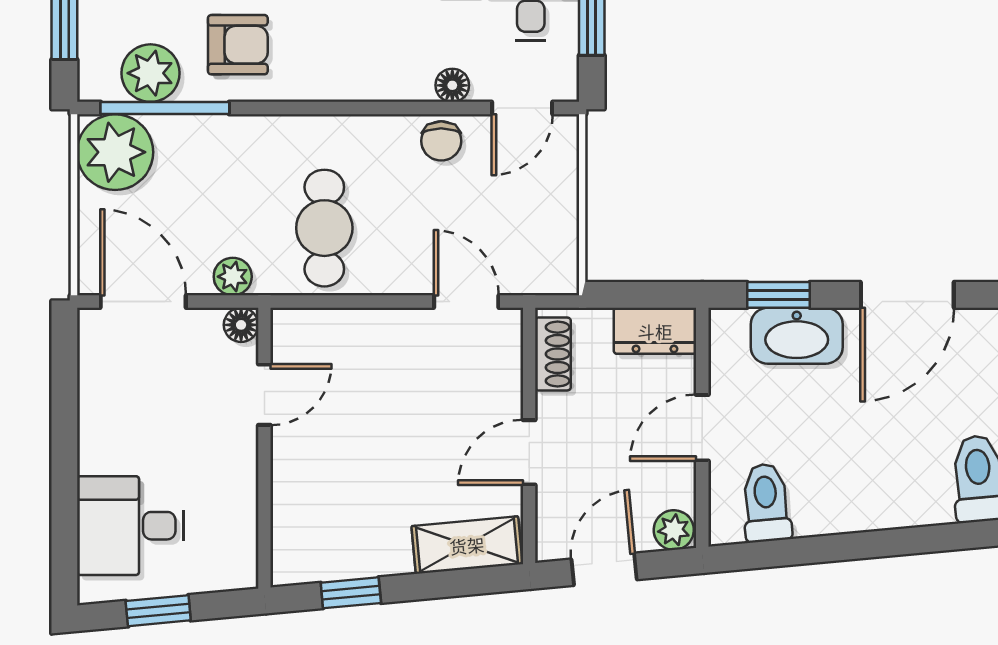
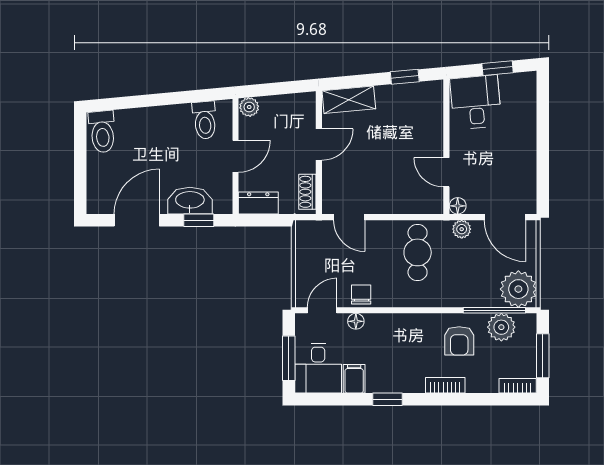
armchair: (238, 45) -> (459, 341), turned -90
door: (264, 395) -> (446, 172), hinge flipped
desk: (130, 526) -> (476, 102), moved, turned -95
door: (604, 569) -> (283, 88), removed

